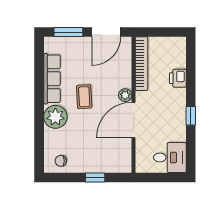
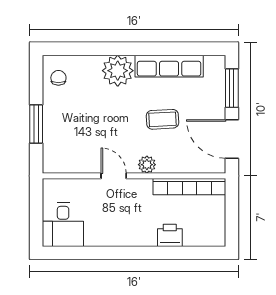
coffee table: (84, 97) -> (162, 119), moved
window: (191, 116) -> (119, 253), removed
door: (134, 120) -> (114, 176), width x0.53
window: (95, 177) -> (36, 124), width x1.50

